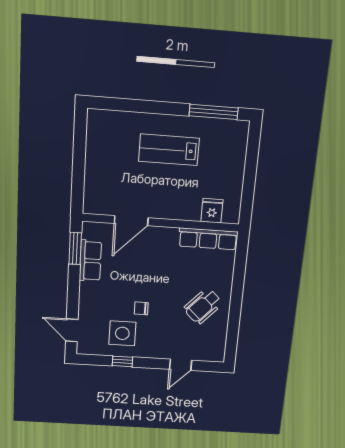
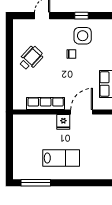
fridge: (212, 211) -> (63, 122), moved
row of seats: (208, 239) -> (46, 104), moved

